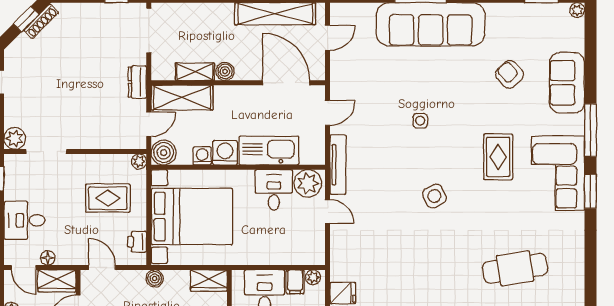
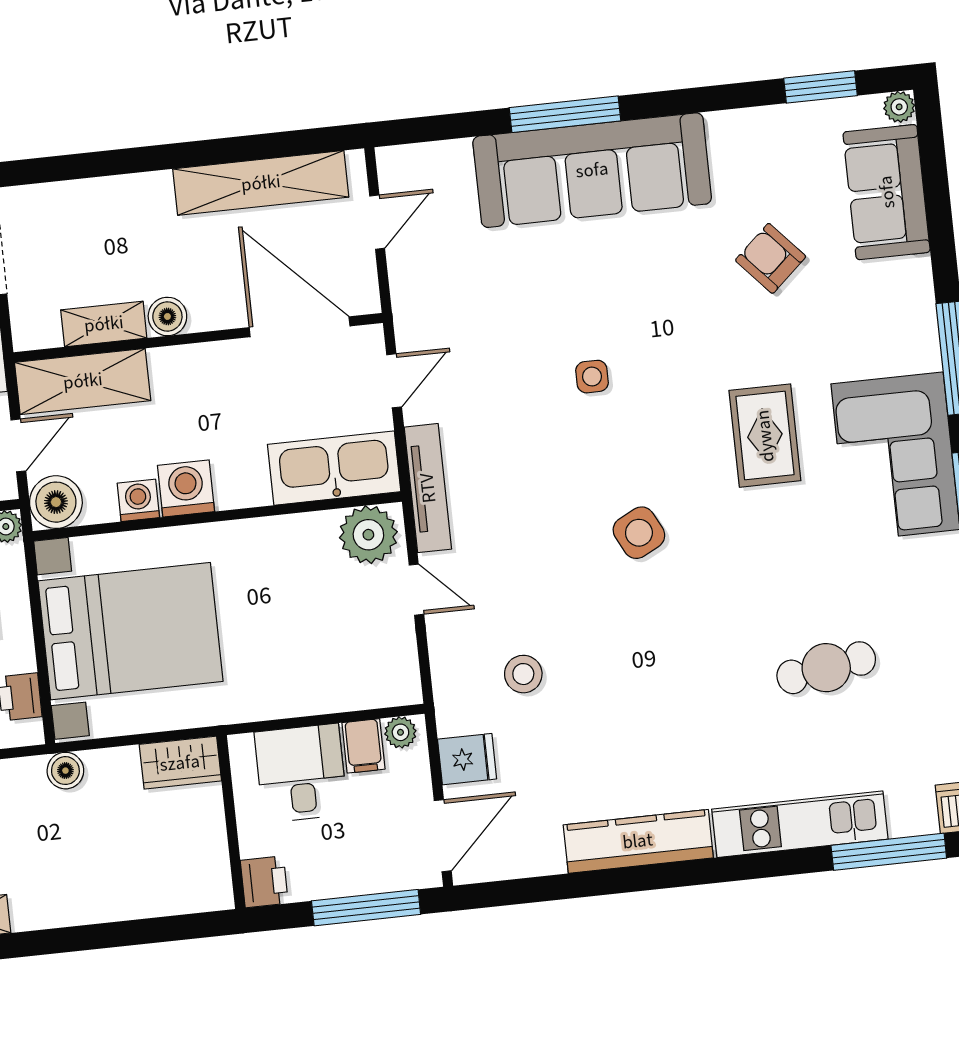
sofa: (567, 83) -> (887, 192), moved
kitchen sink: (269, 151) -> (334, 468), moved
desk: (274, 190) -> (298, 556), removed
stool: (373, 256) -> (523, 674), added
cafe table: (515, 268) -> (826, 668), width x0.73, depth x0.74

